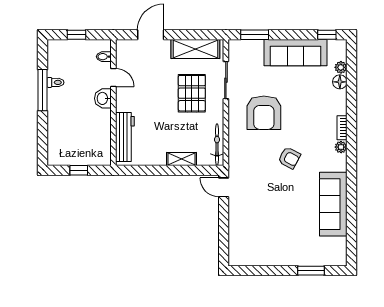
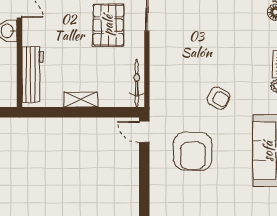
armchair: (264, 113) -> (193, 151), moved
shelving: (182, 159) -> (81, 99), moved

